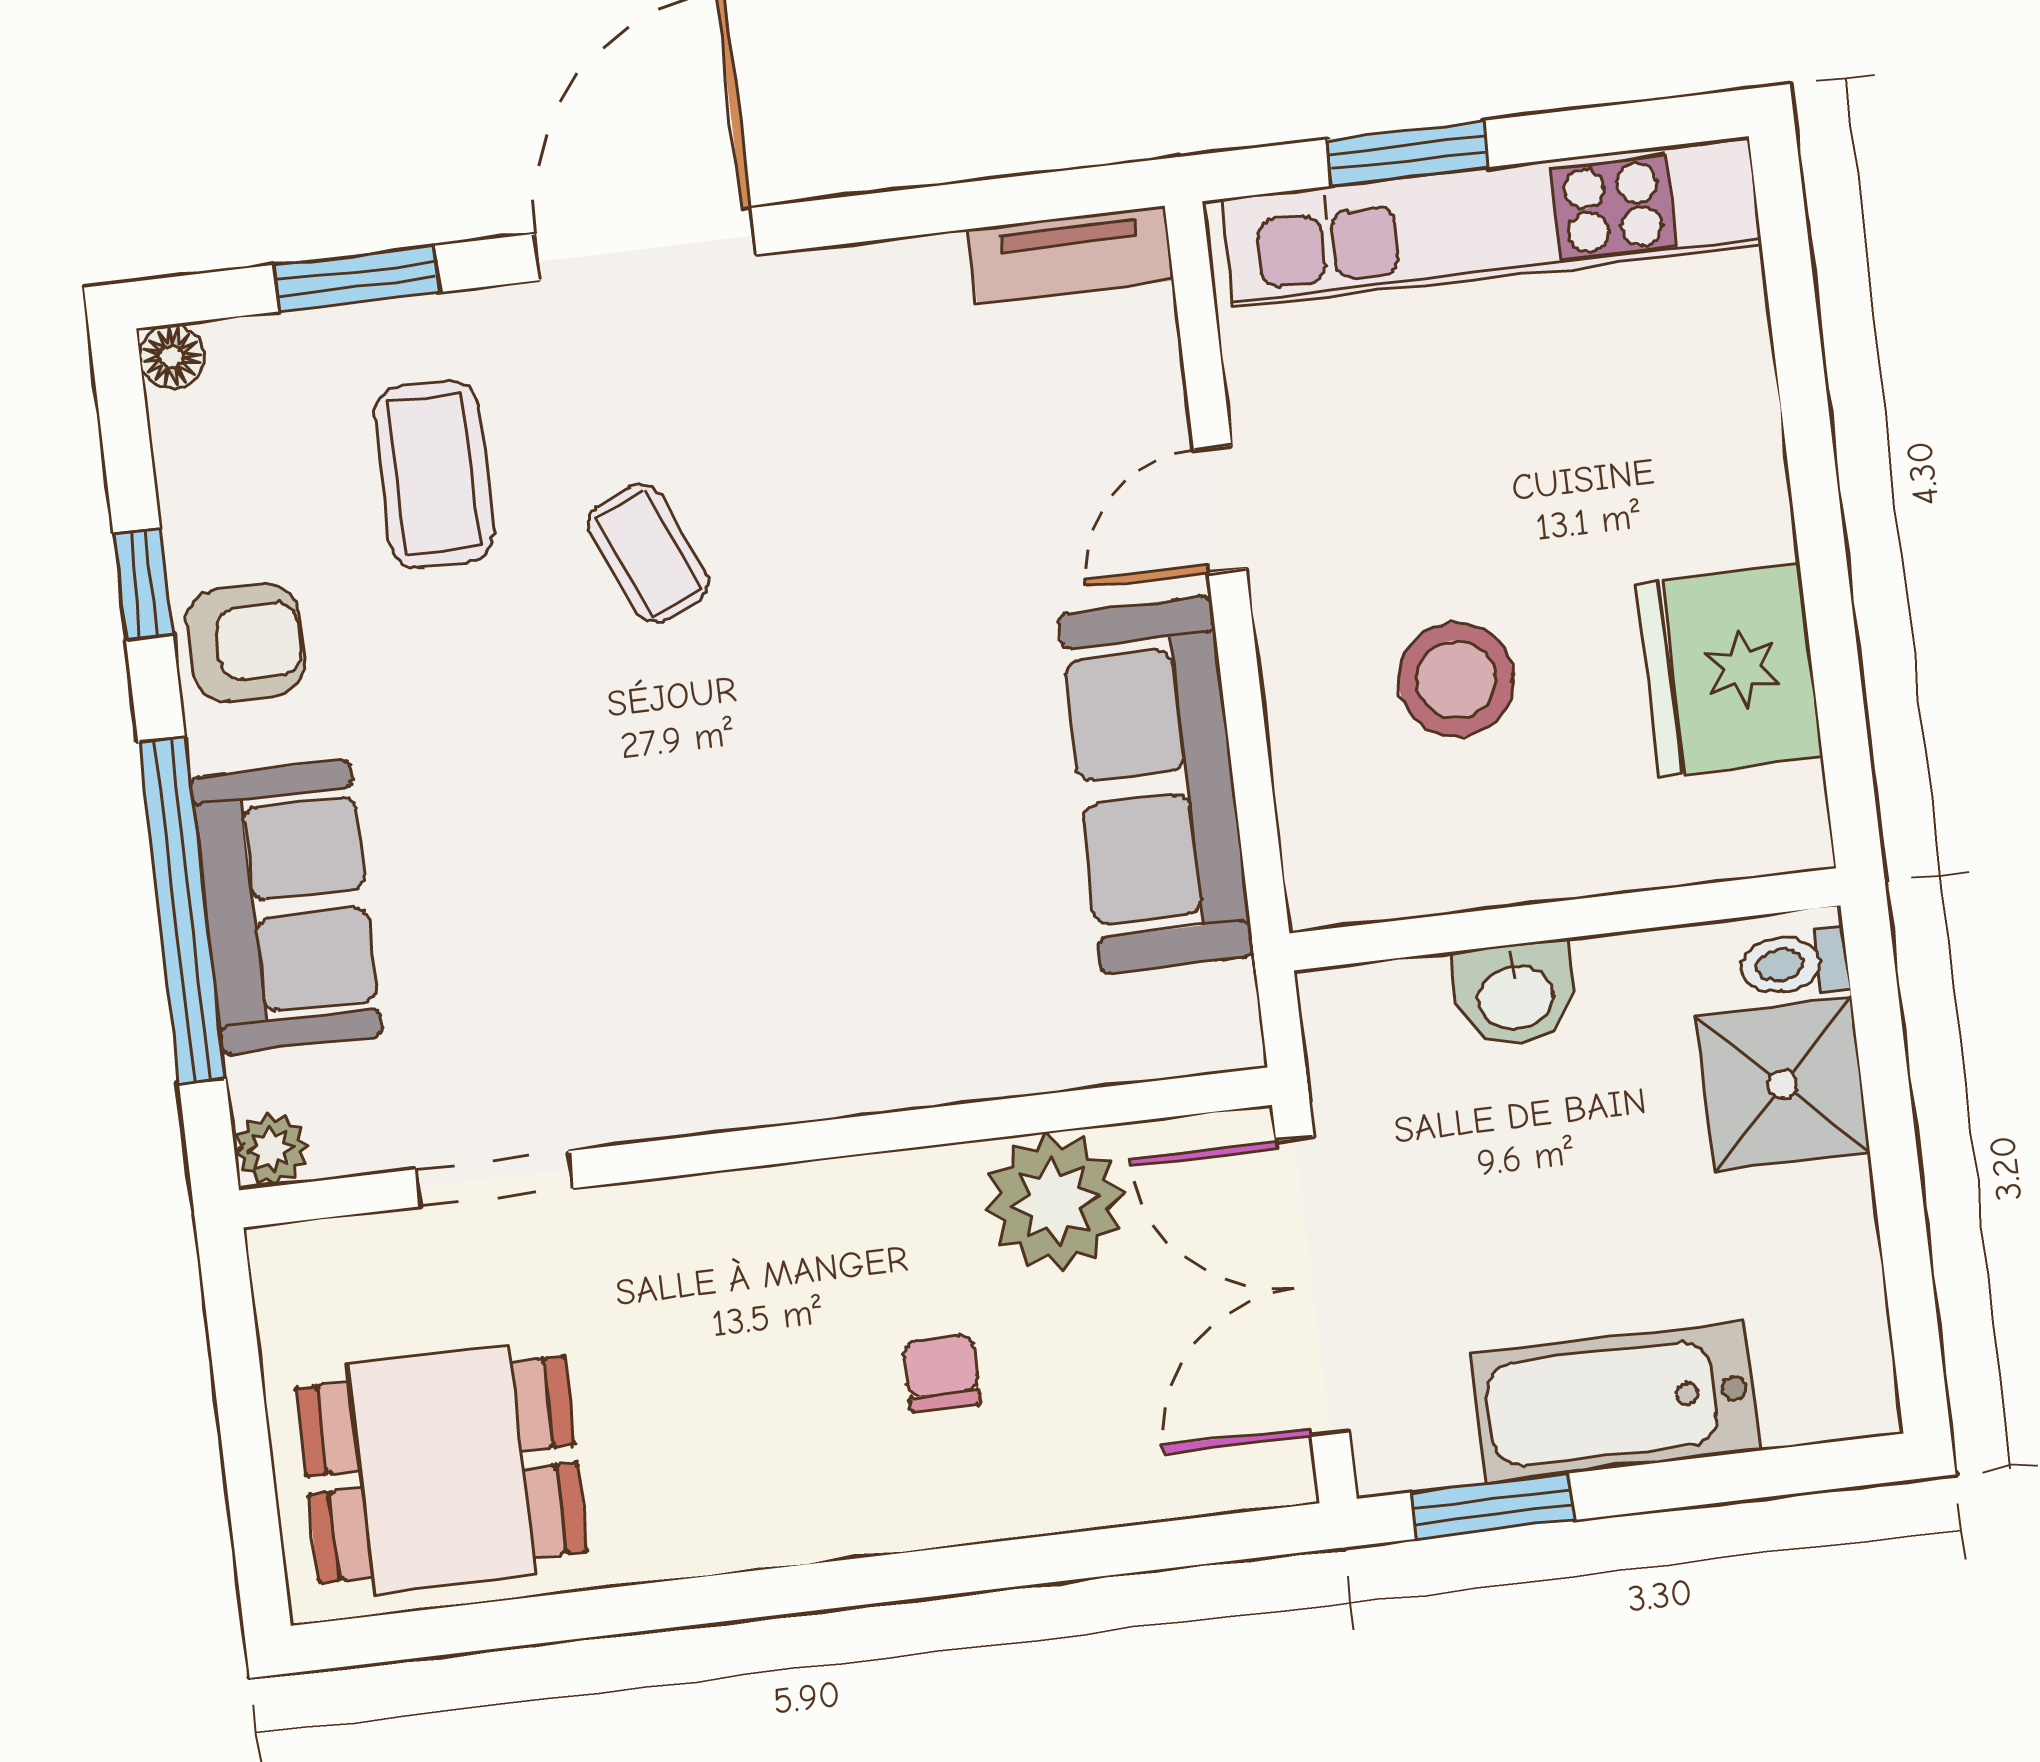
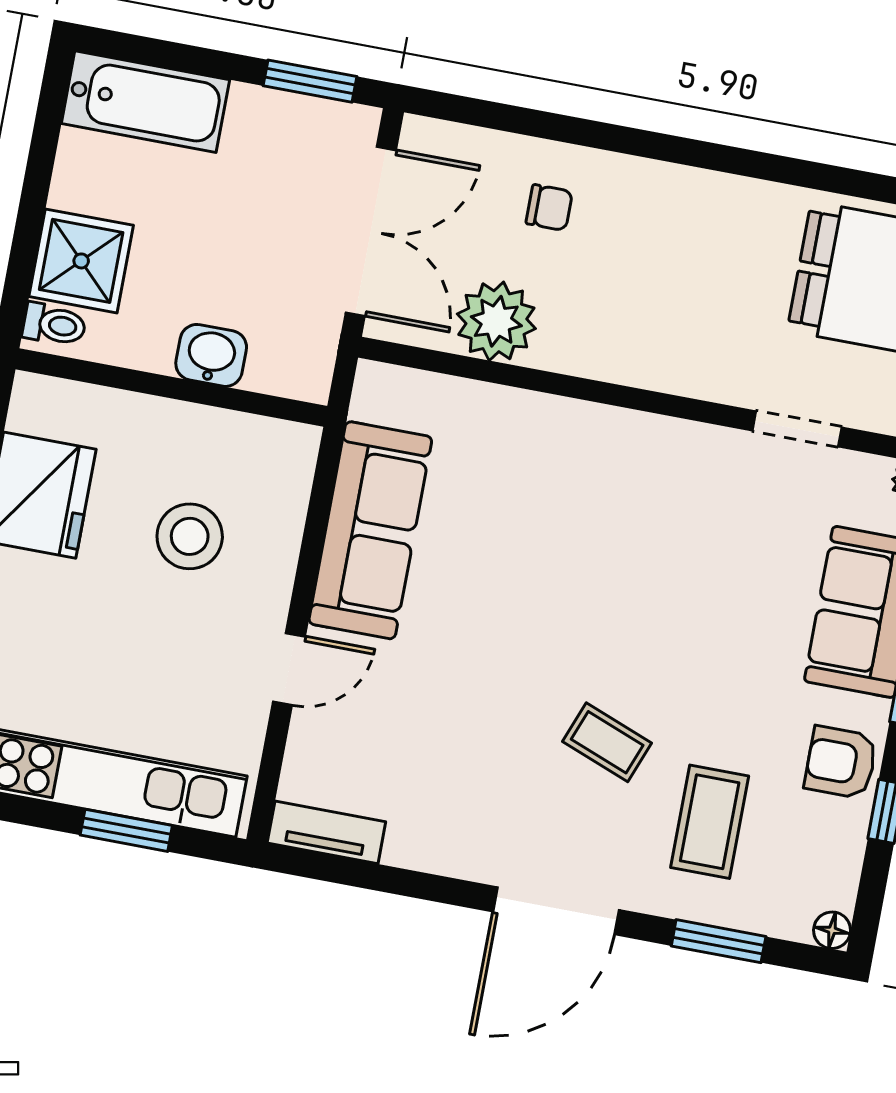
coffee table: (648, 554) -> (607, 742), turned -45
chair: (941, 1372) -> (549, 208), moved, turned -90
bathtub: (1616, 1402) -> (145, 102), moved

